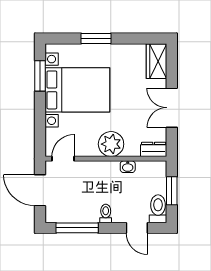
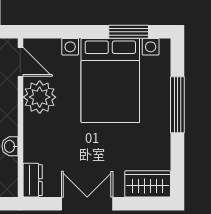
window: (96, 39) -> (177, 105), width x1.44
plant: (111, 144) -> (40, 97), moved

